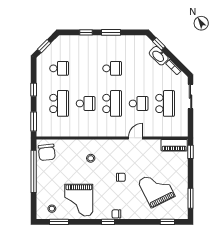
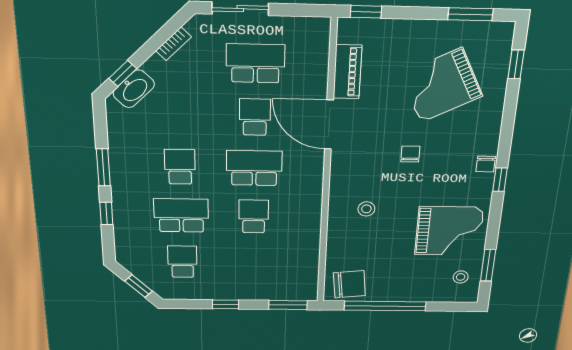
washbasin: (159, 56) -> (134, 89), moved
school desk: (59, 103) -> (181, 215), moved
door: (135, 138) -> (329, 125), width x1.88
piano: (174, 145) -> (347, 72), moved

